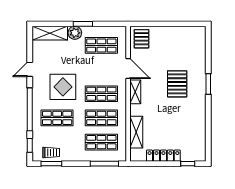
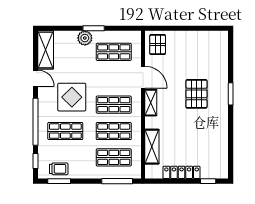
shelving: (50, 33) -> (46, 50), moved, turned 90
door: (30, 69) -> (35, 78), swing flipped

